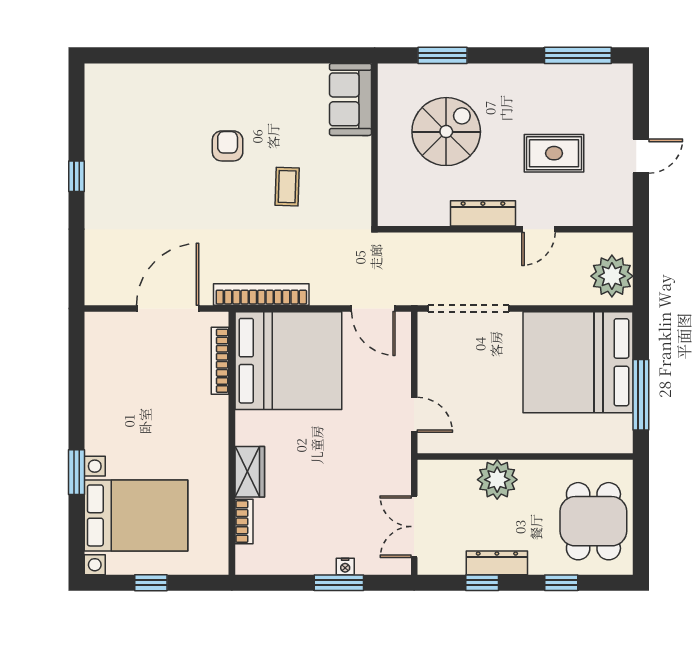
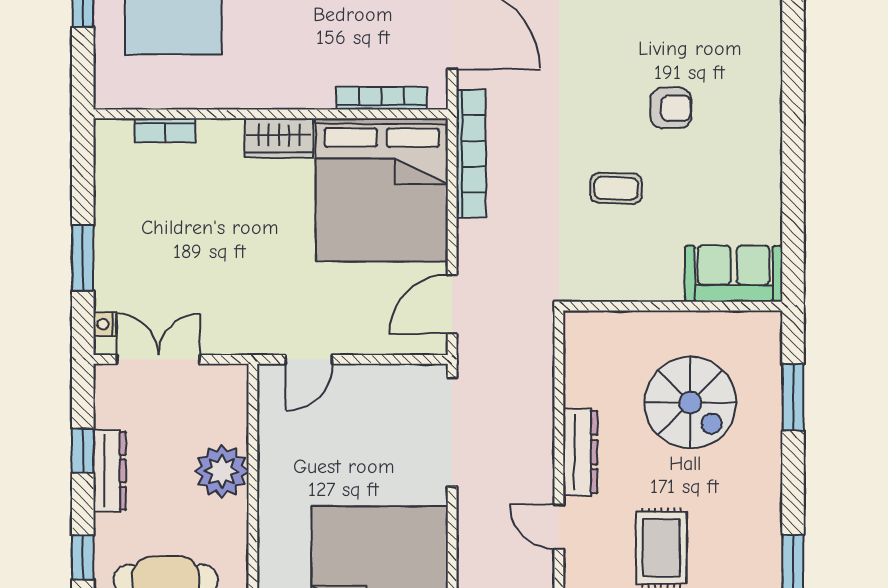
wardrobe: (250, 472) -> (279, 138), moved
nightstand: (345, 566) -> (105, 324), moved

